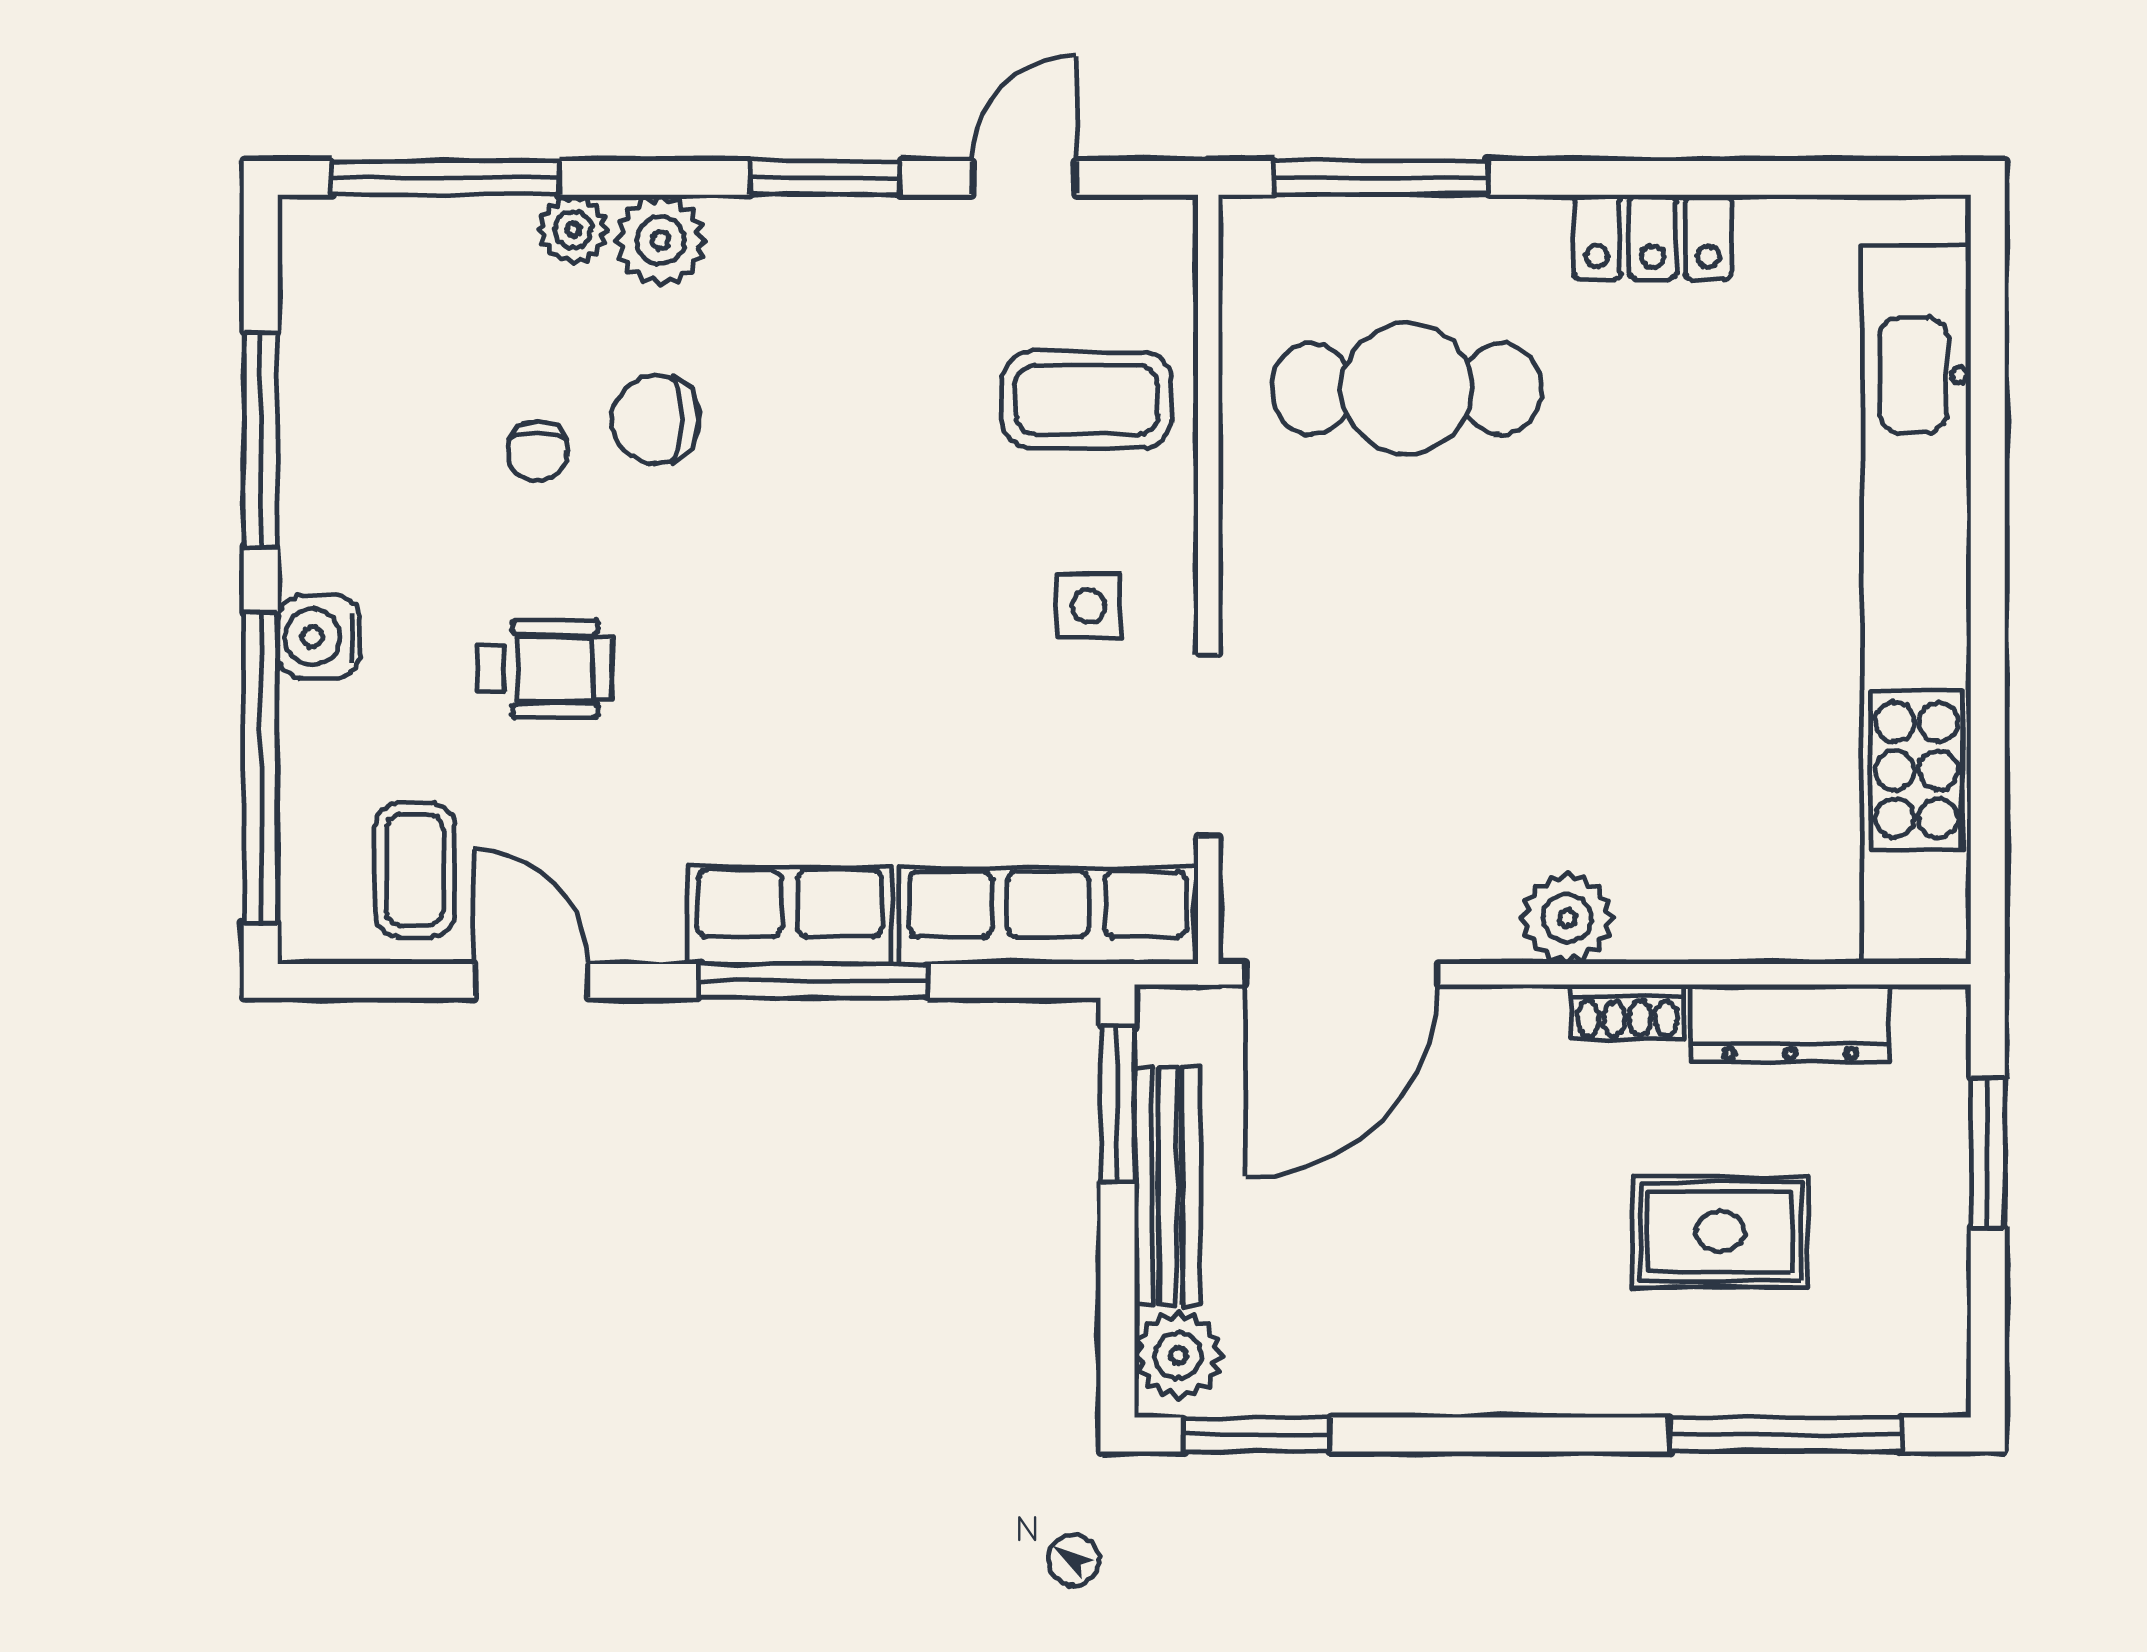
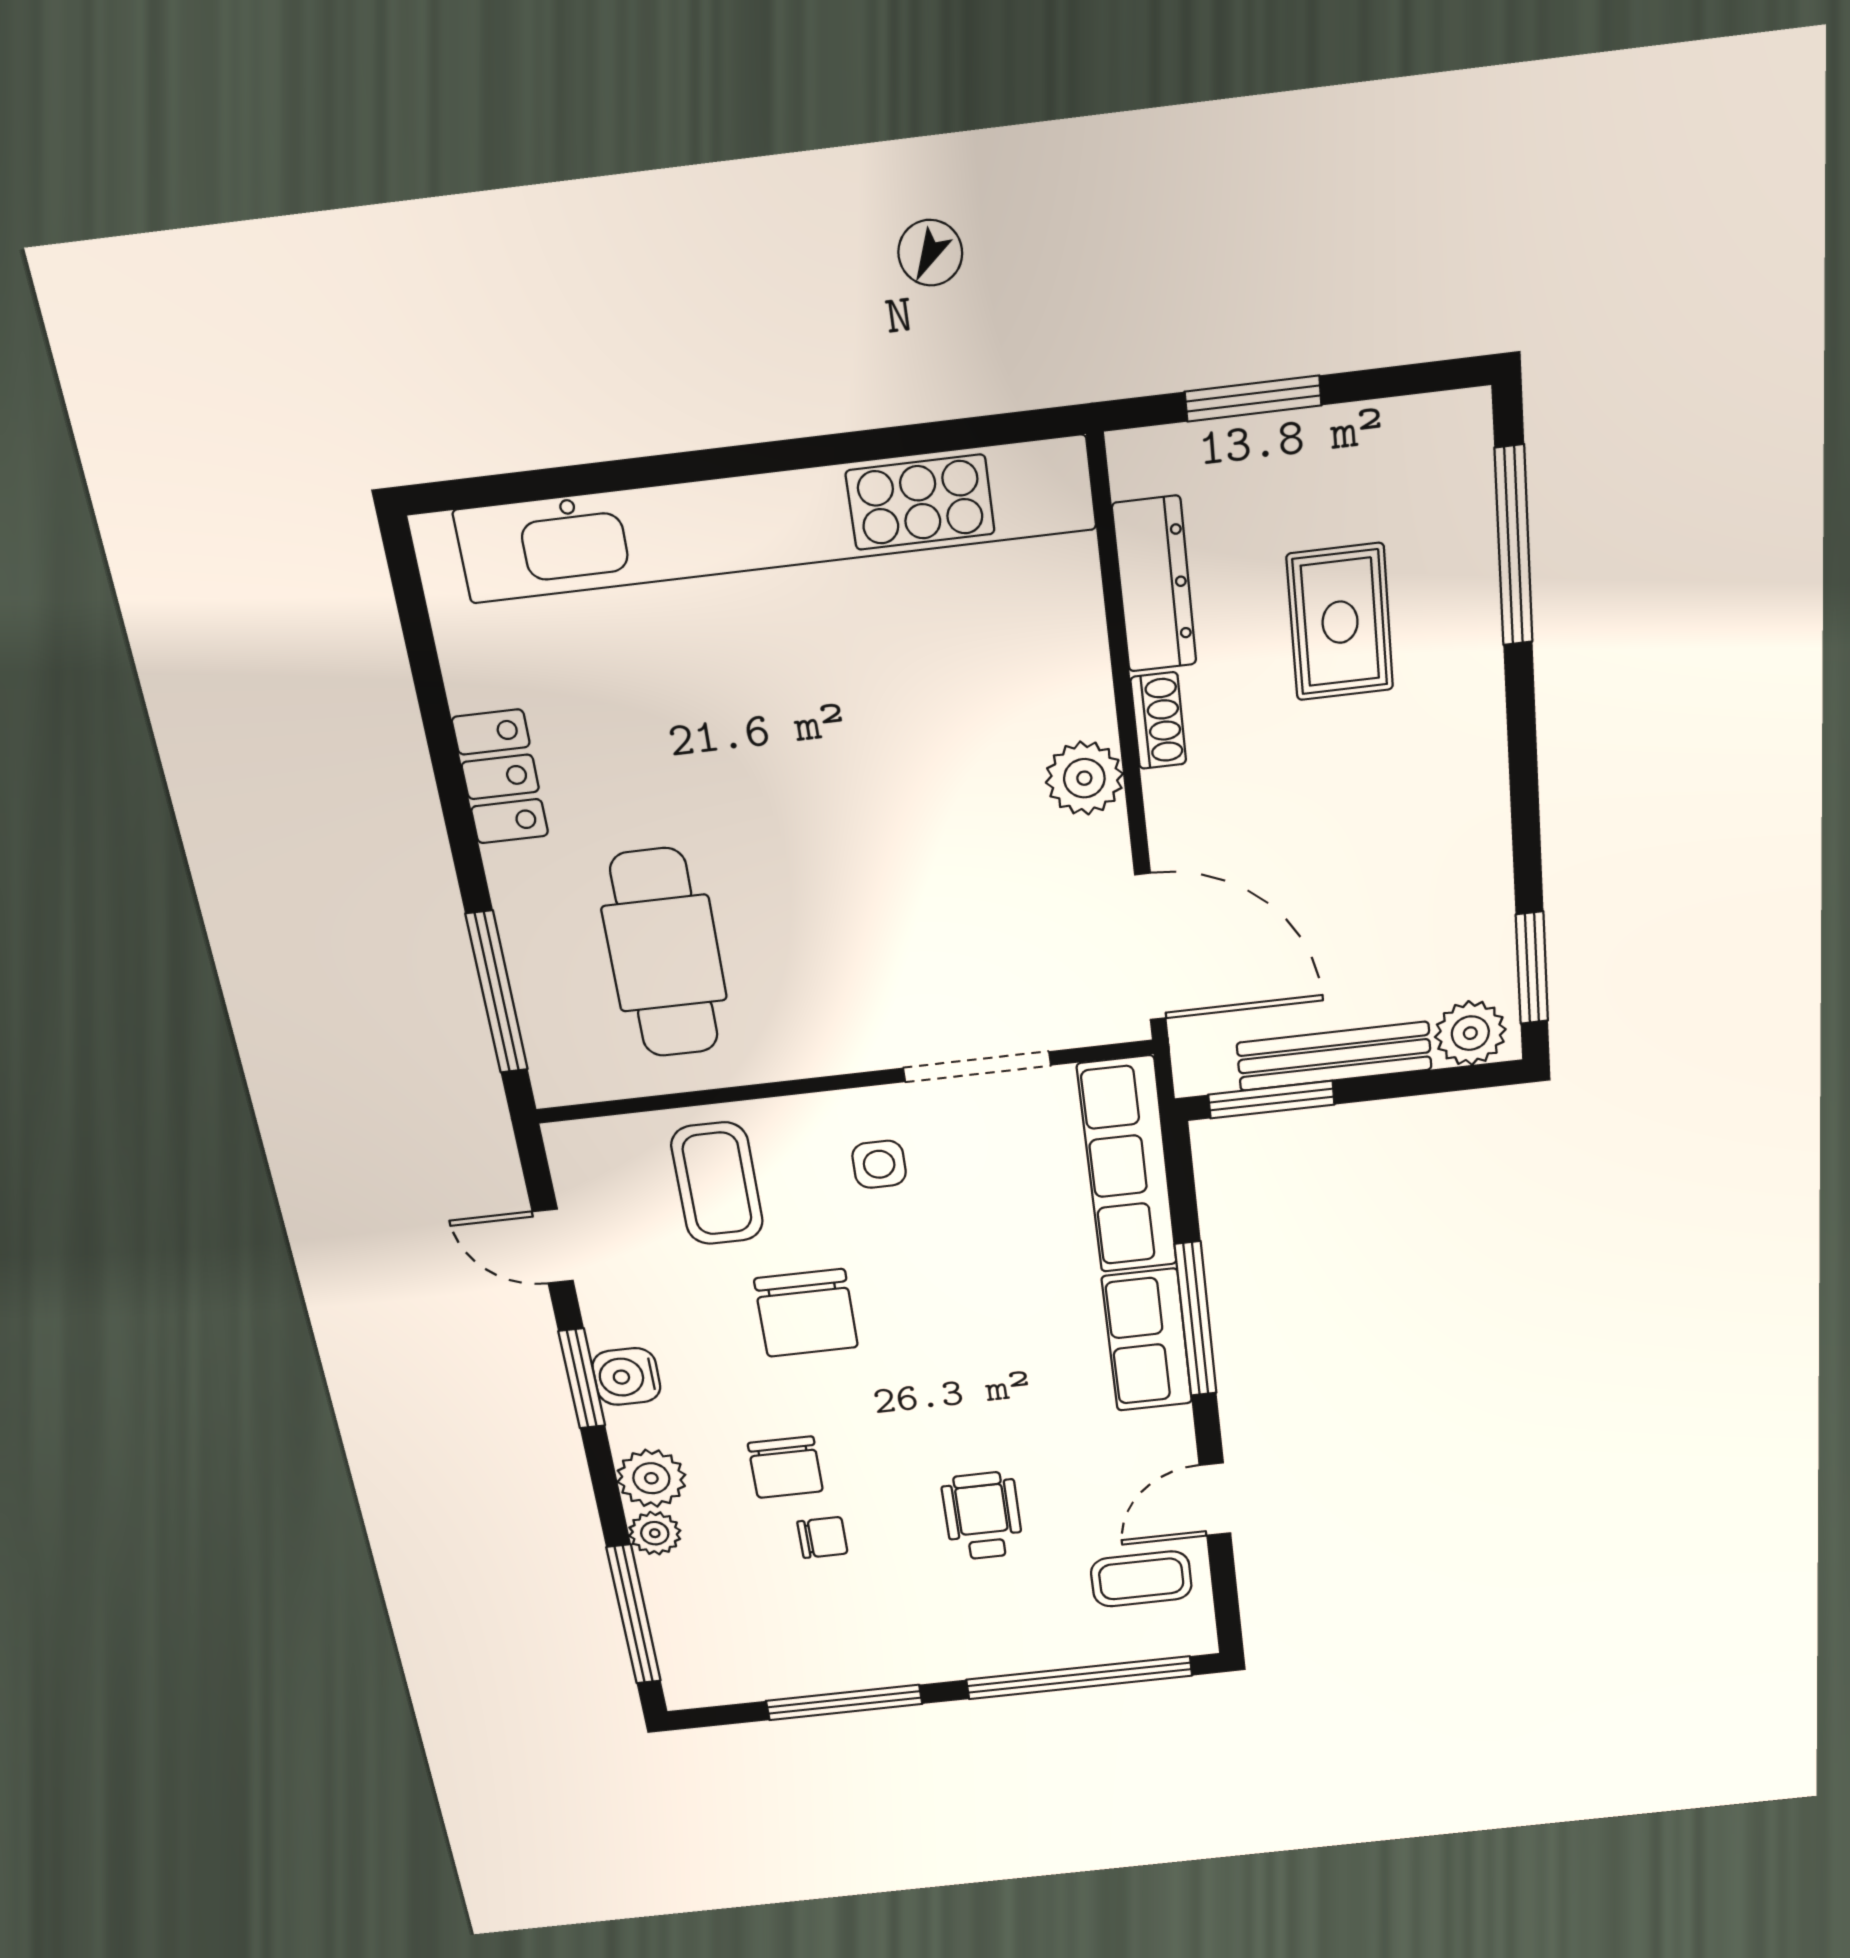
chair: (886, 482) -> (806, 1313), added
water cooler: (319, 637) -> (626, 1377), moved, turned 90

